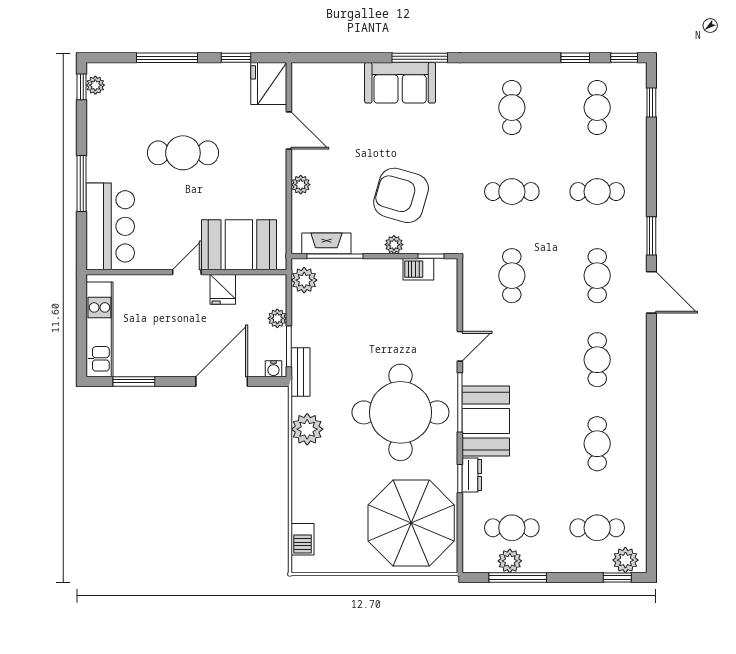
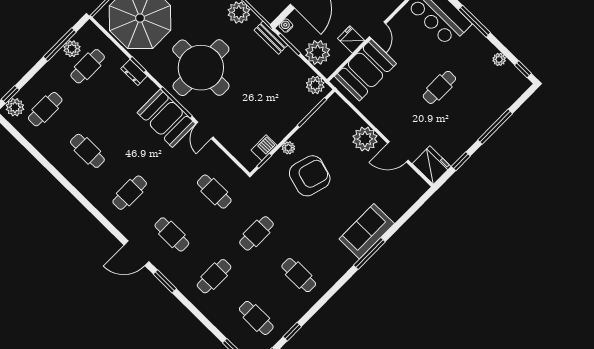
plant: (95, 85) -> (499, 59), moved
cafe table: (183, 153) -> (439, 87), width x0.73, depth x0.74
plant: (301, 185) -> (365, 139), width x1.87, depth x1.87
fireplace: (326, 243) -> (323, 114), removed
plant: (277, 318) -> (318, 52), width x1.87, depth x1.87
cafe table: (597, 360) -> (130, 193), turned 90
booth: (486, 421) -> (166, 118), moved

